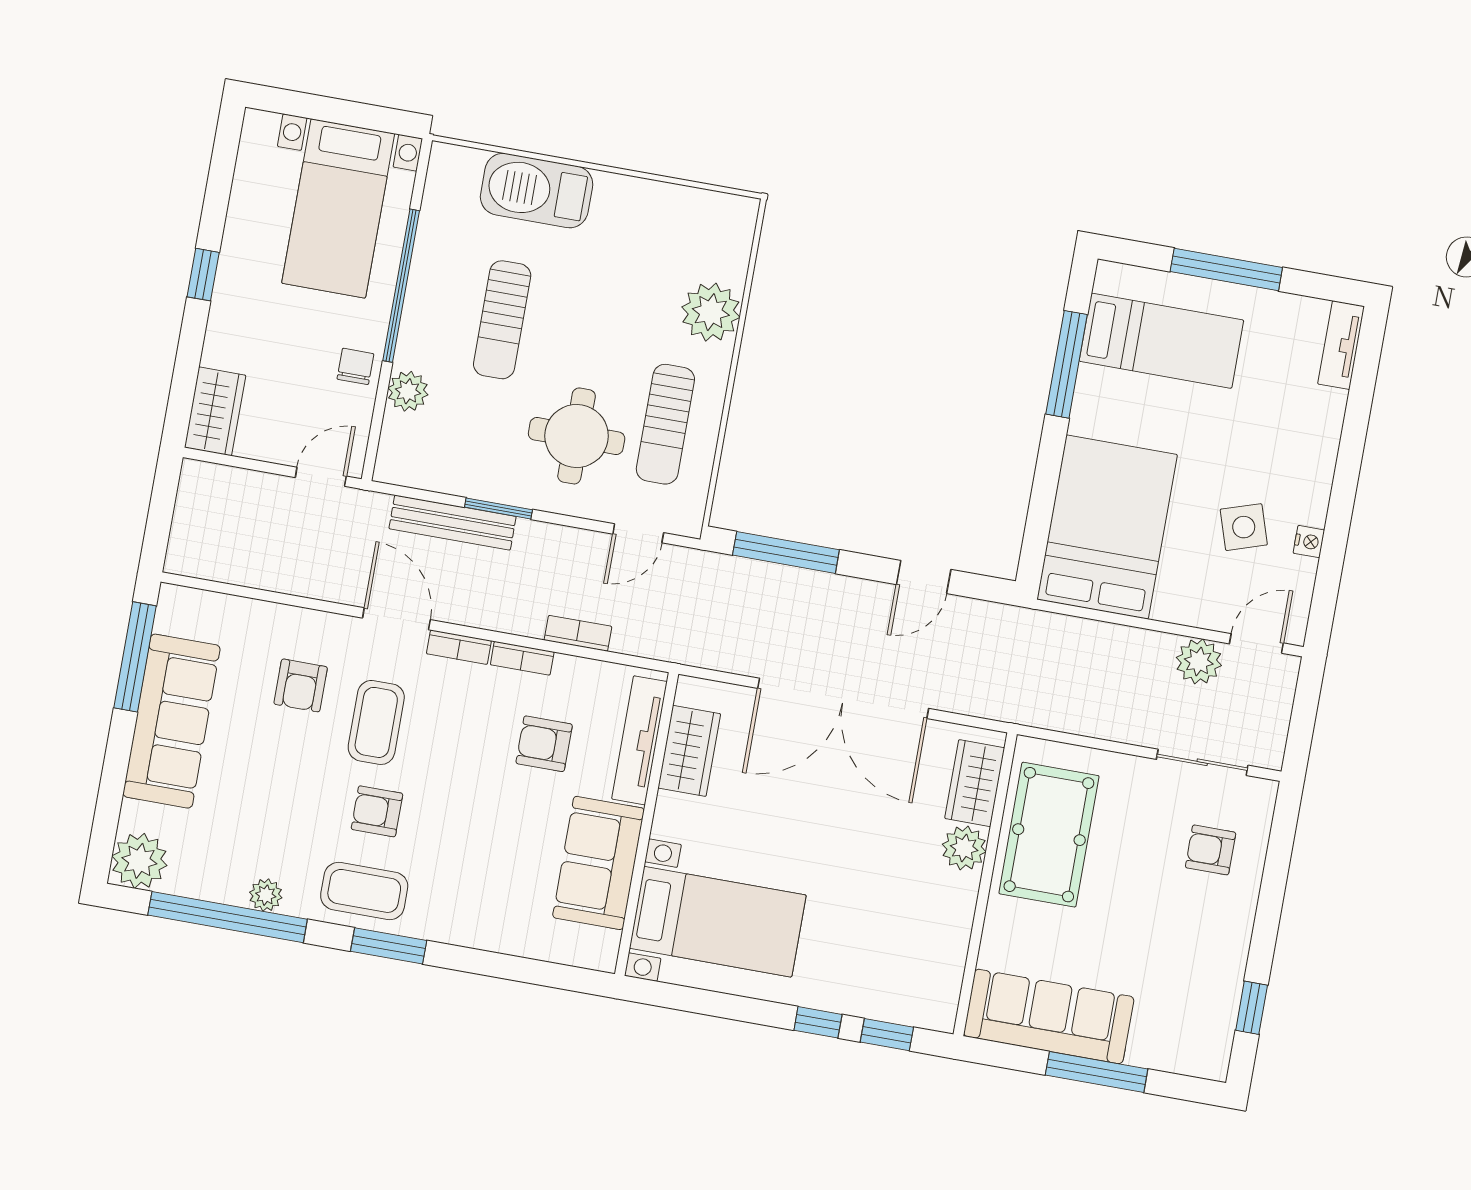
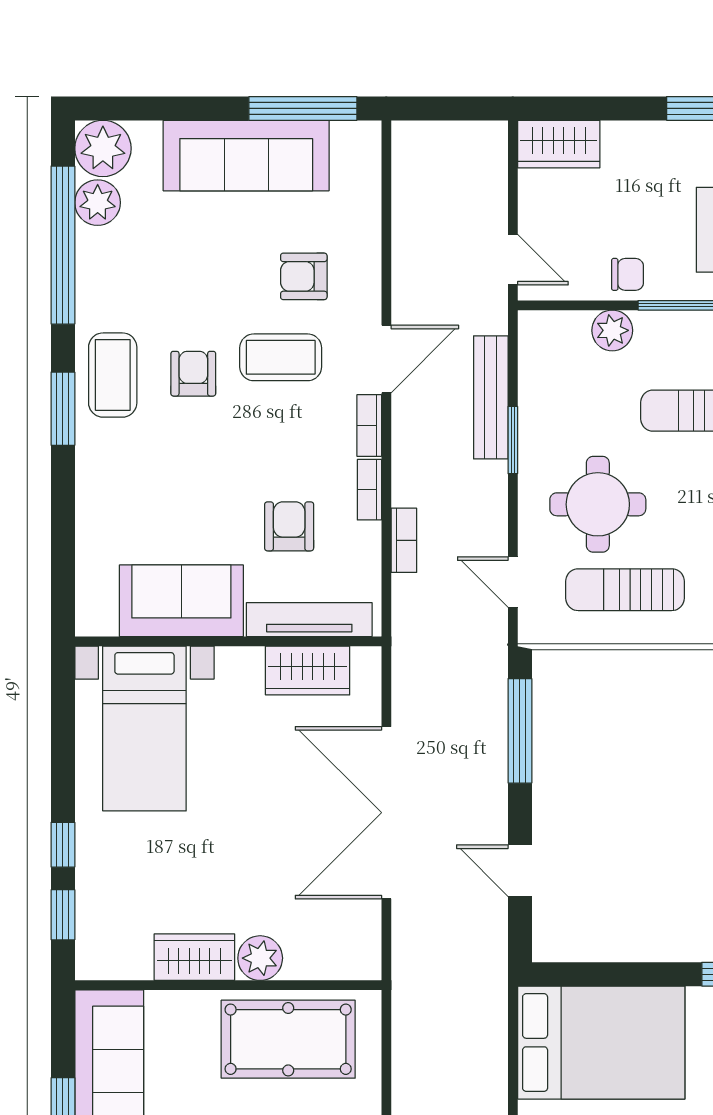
wardrobe: (975, 783) -> (194, 957), moved
plant: (266, 895) -> (98, 203), moved, width x1.38, depth x1.38

